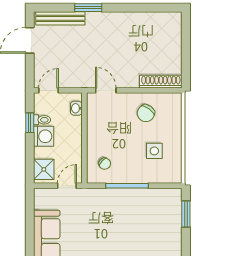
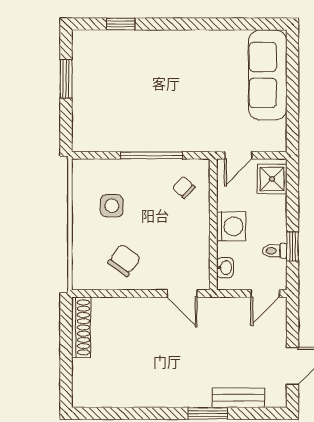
bench: (60, 18) -> (238, 398), width x0.73
shoe rack: (161, 82) -> (81, 327), moved, turned -90
washing machine: (44, 136) -> (231, 226), moved, turned 180
window: (186, 214) -> (66, 79), moved

